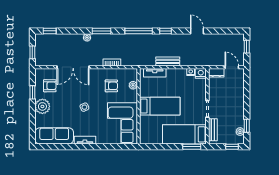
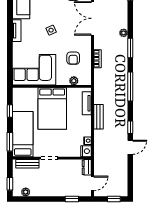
window: (166, 31) -> (130, 127), moved
bed: (160, 106) -> (52, 109), width x1.50
window: (247, 126) -> (72, 199), moved
window: (162, 147) -> (10, 111), added

